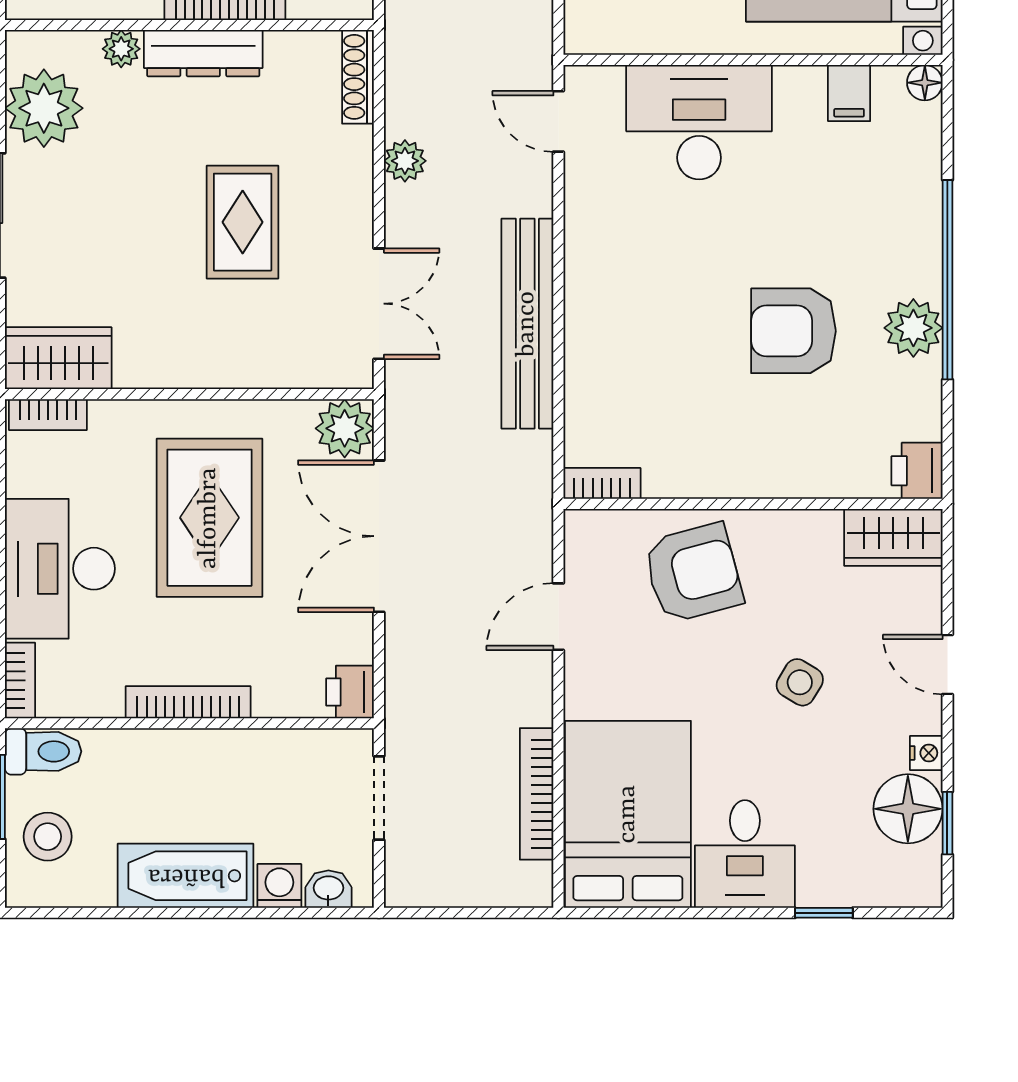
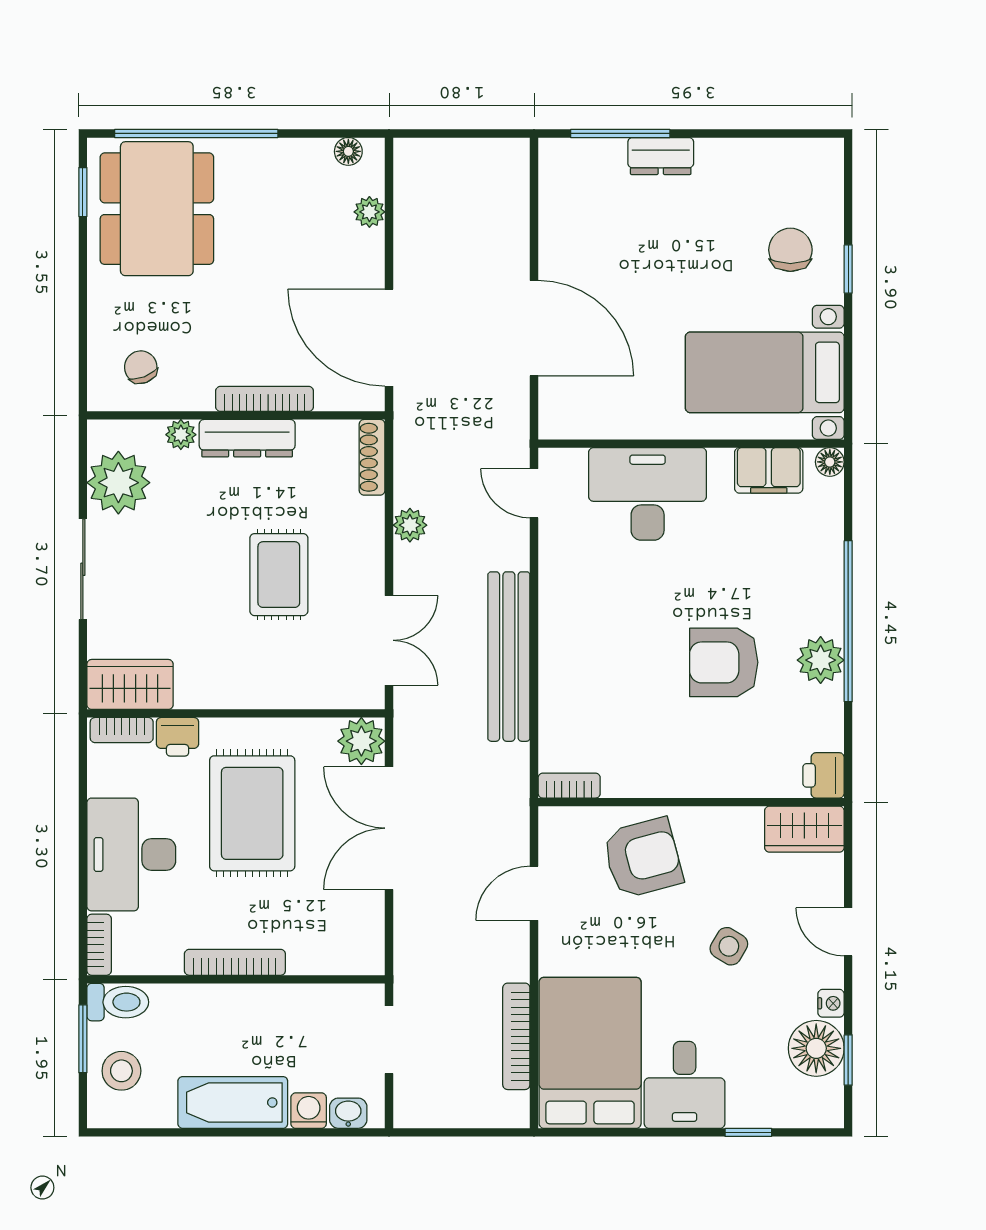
filing cabinet: (849, 93) -> (769, 470), width x2.00
printer: (350, 692) -> (178, 737), moved, turned -90

